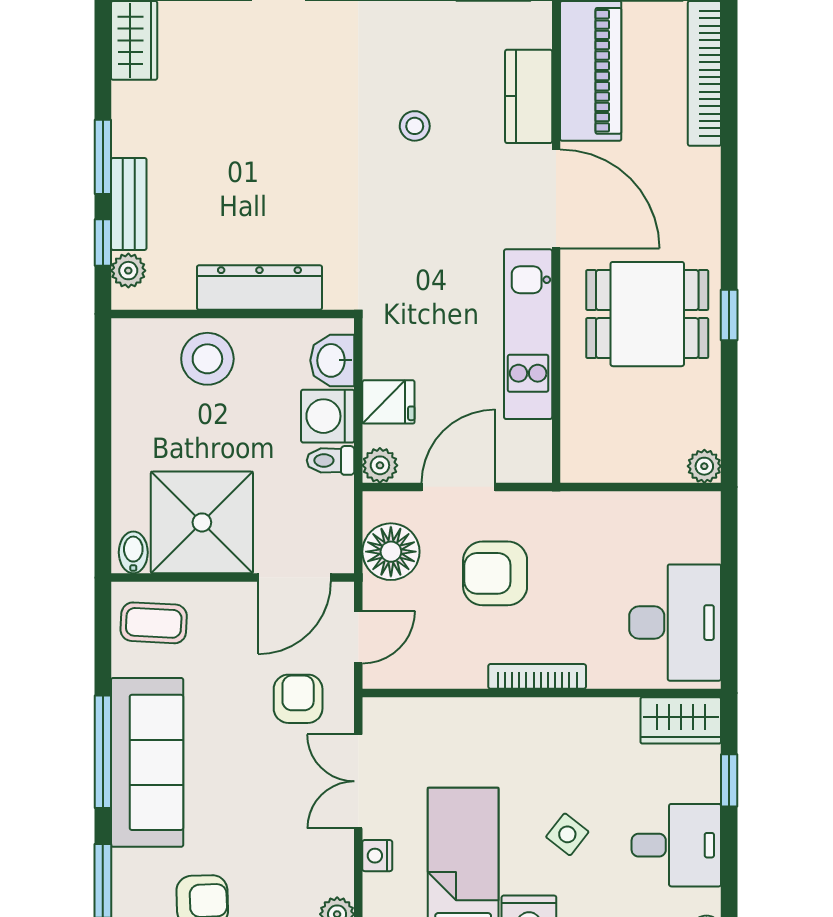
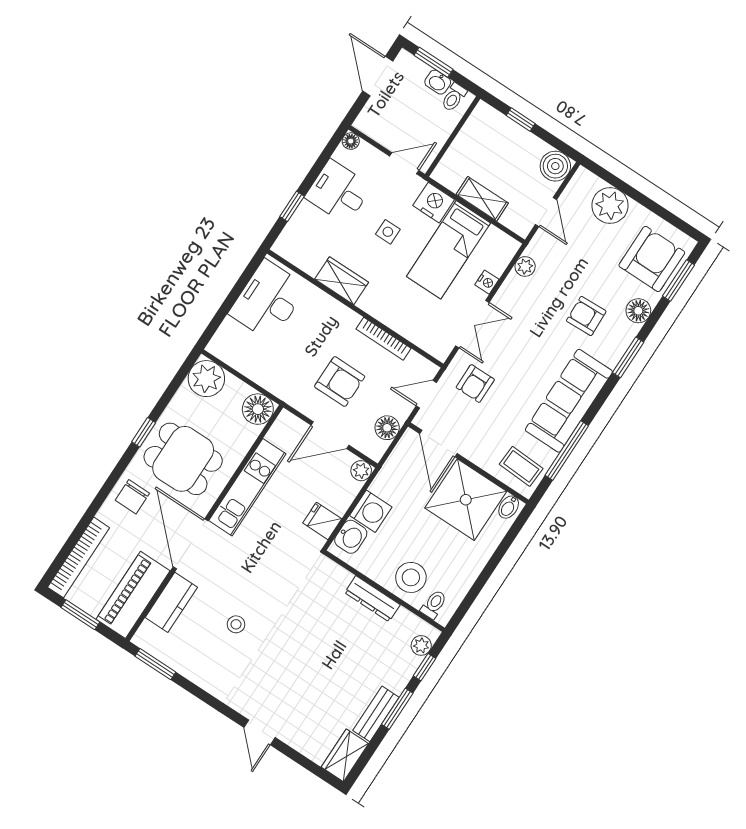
bench: (129, 204) -> (376, 714), moved
chair: (684, 212) -> (132, 497), added
dresser: (259, 288) -> (372, 599), width x0.73, depth x0.80
fridge: (388, 402) -> (322, 521), moved
floor lamp: (587, 456) -> (258, 409), added
toilet: (331, 460) -> (434, 604), moved, turned -90
plant: (704, 466) -> (206, 379), width x1.87, depth x1.87
floor lamp: (391, 552) -> (387, 428), width x0.73, depth x0.73
door: (294, 578) -> (438, 443), swing flipped
bookcase: (537, 676) -> (383, 339), moved
wardrobe: (681, 720) -> (342, 281), moved
window: (103, 752) -> (567, 451), moved
side table: (567, 834) -> (388, 232), turned -38

